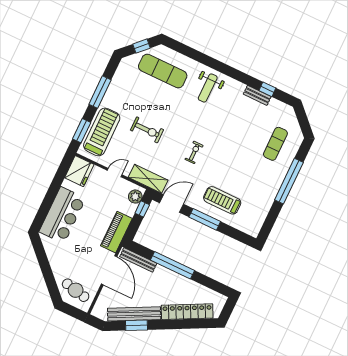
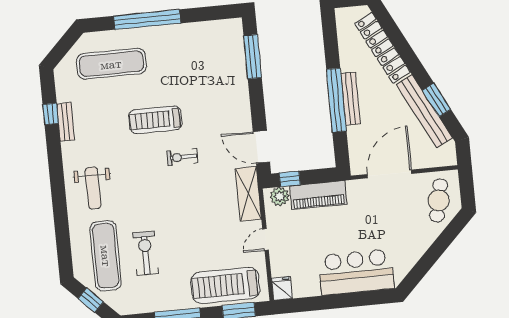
weight bench: (208, 88) -> (93, 188), turned 90
exercise bike: (147, 130) -> (146, 253), moved
exercise mat: (275, 144) -> (111, 64), width x1.36, depth x1.45
fridge: (79, 171) -> (282, 288), width x0.53, depth x0.75
door: (115, 173) -> (266, 240), hinge flipped
treadmill: (222, 200) -> (155, 120), moved, turned 90
window: (205, 219) -> (253, 57), moved
piano: (116, 232) -> (318, 195), moved
bench: (138, 260) -> (351, 99), moved

